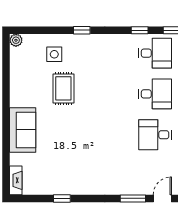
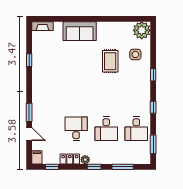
window: (140, 30) -> (153, 107), moved
plant: (16, 40) -> (142, 30), width x1.88, depth x1.88
rug: (63, 88) -> (110, 61), turned 90

